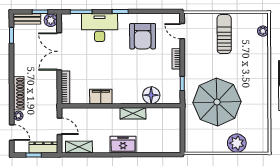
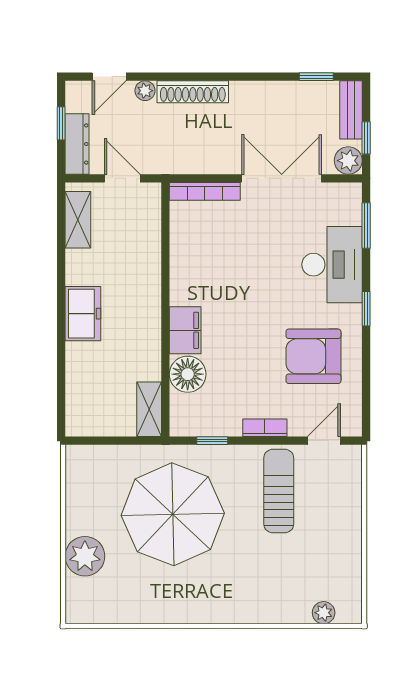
sun lounger: (224, 34) -> (279, 491), moved, turned -90
filing cabinet: (101, 97) -> (185, 330), moved
shelving: (133, 113) -> (149, 409), moved
door: (59, 126) -> (122, 178), swing flipped

